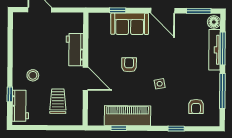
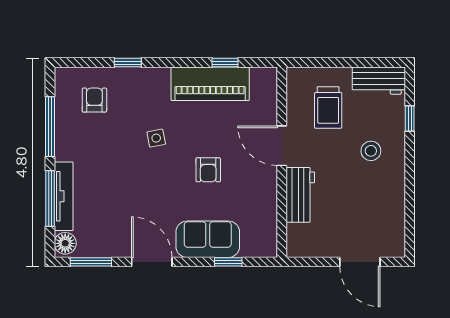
workbench: (20, 106) -> (379, 81), moved, turned -90

